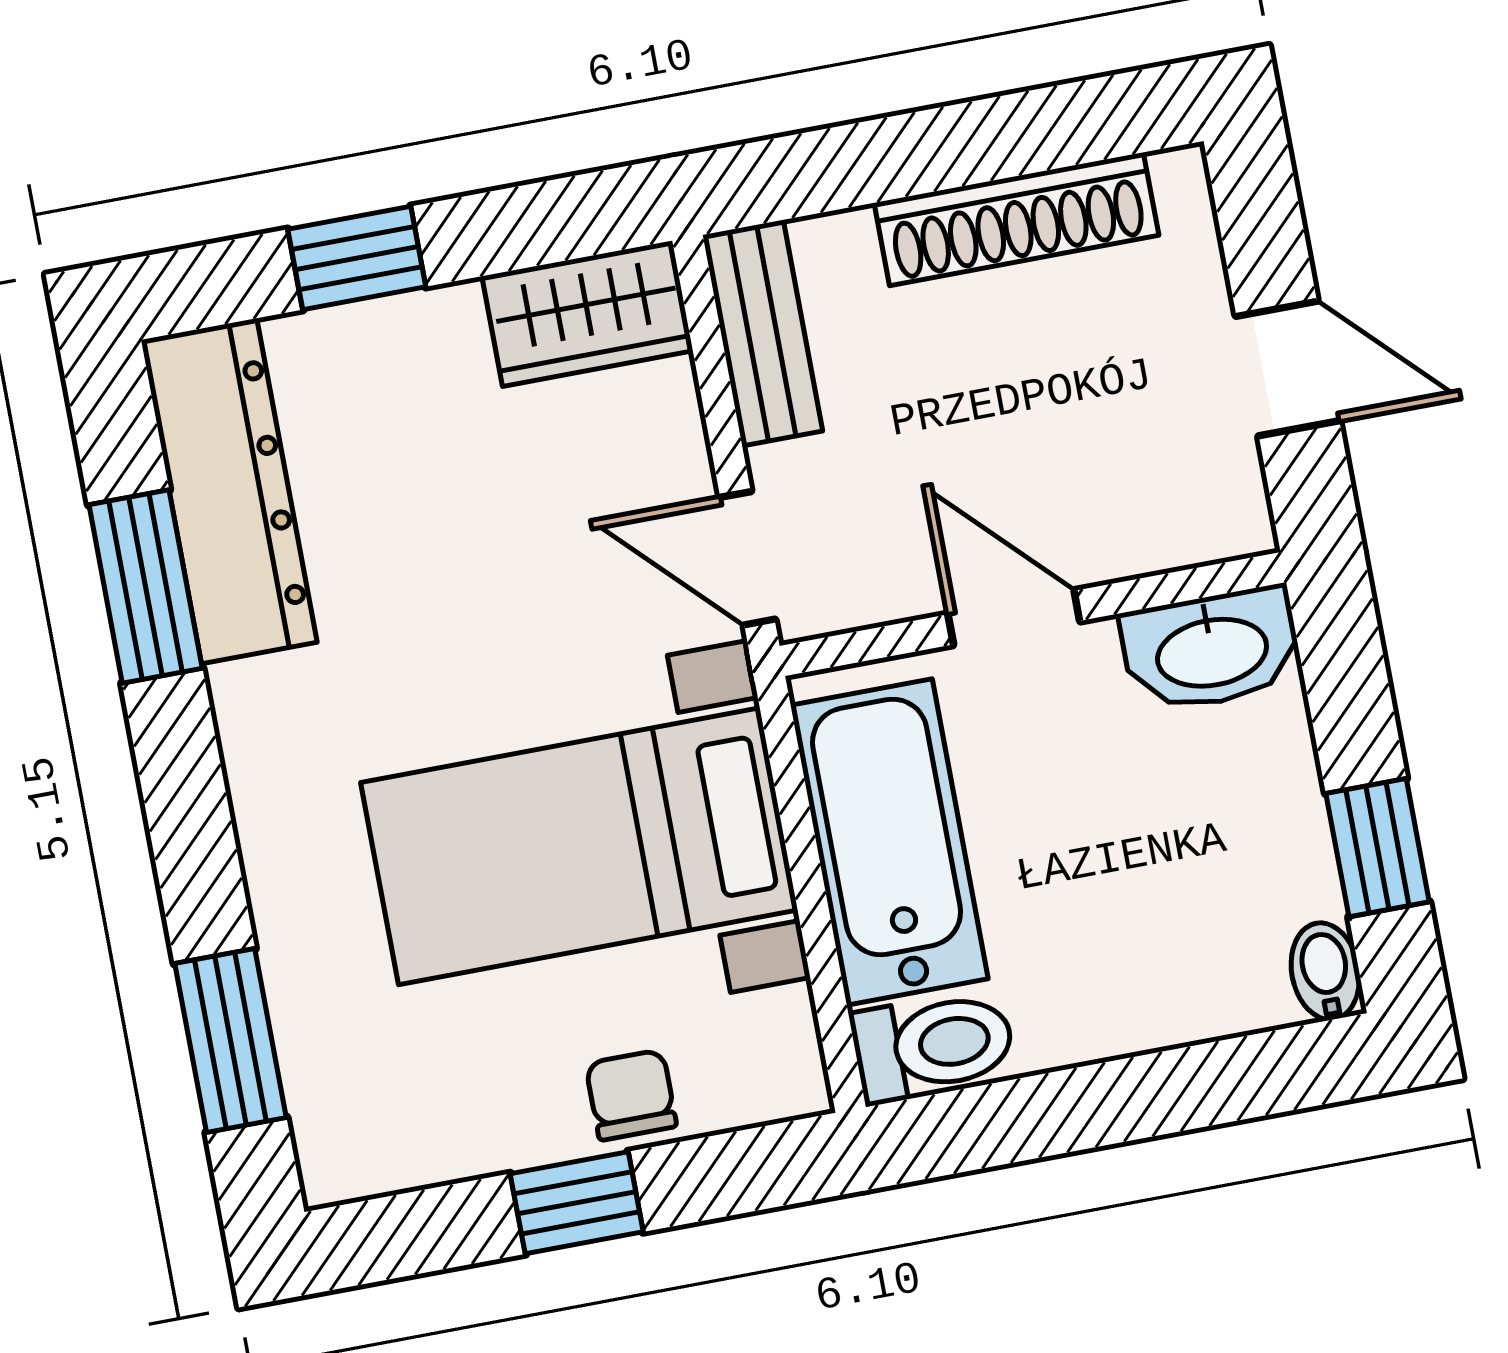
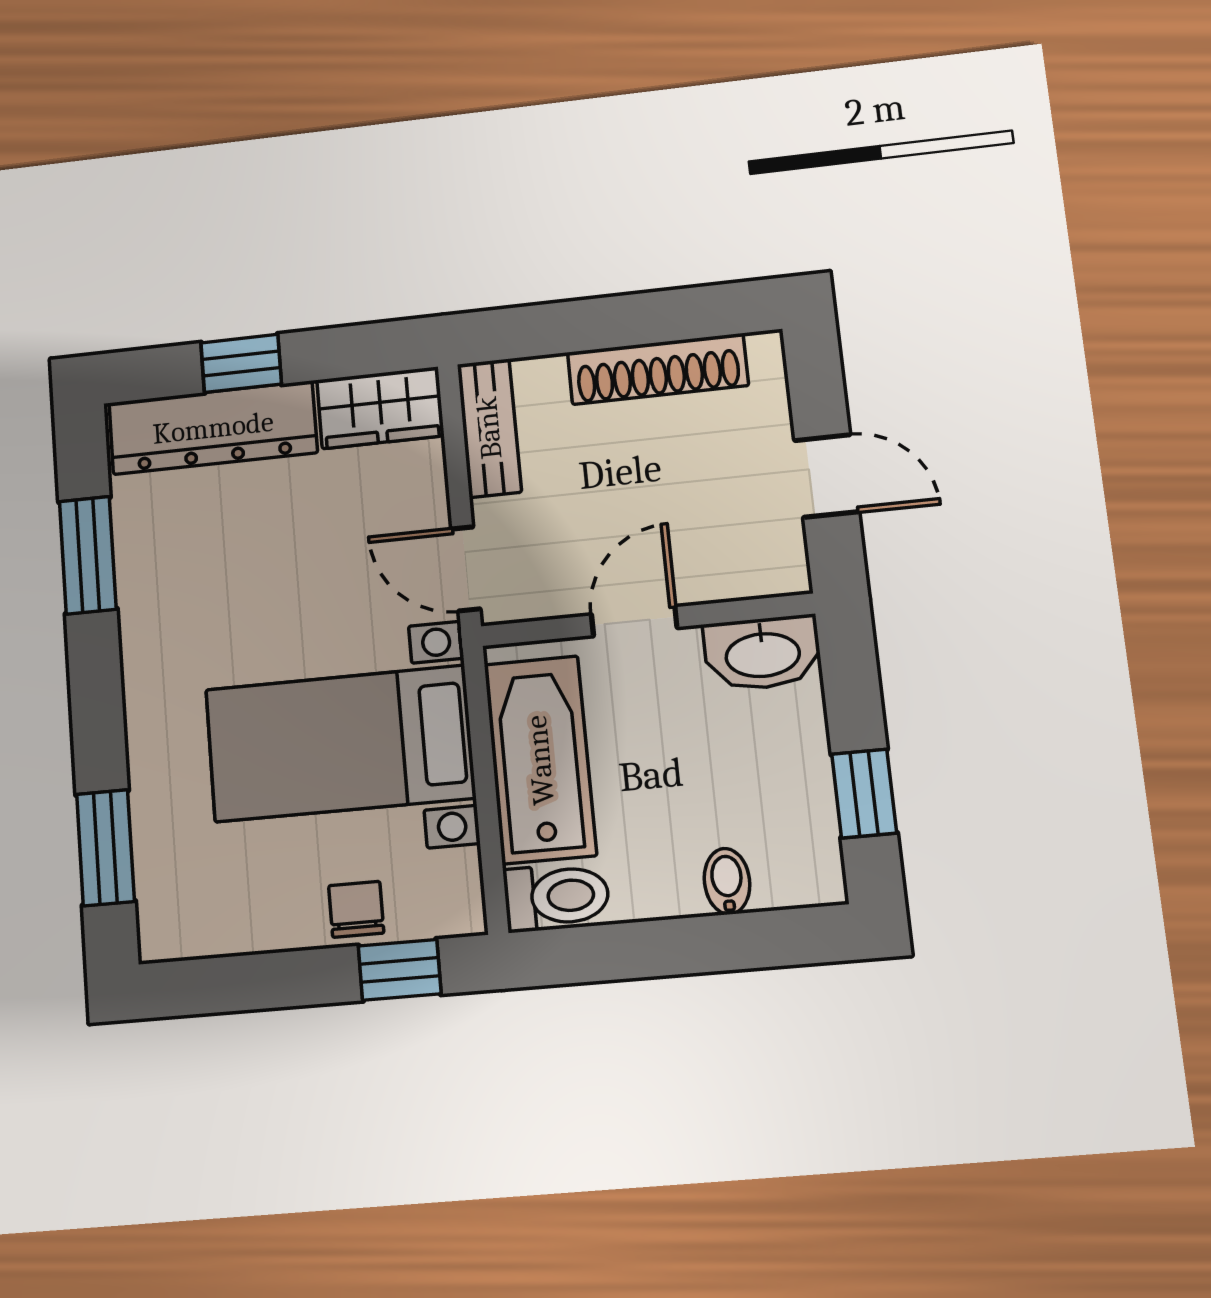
dresser: (229, 491) -> (213, 428), moved, turned 90
door: (1014, 618) -> (634, 621), hinge flipped
bidet: (1325, 971) -> (727, 881), moved
window: (577, 1203) -> (400, 970), moved

